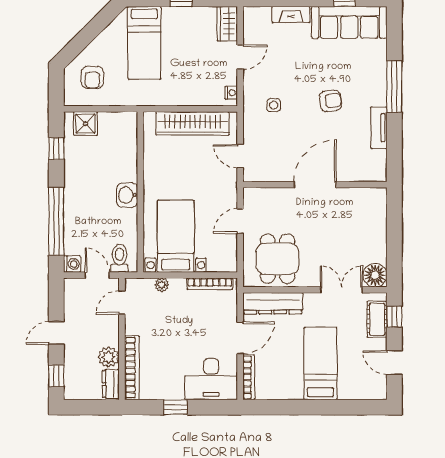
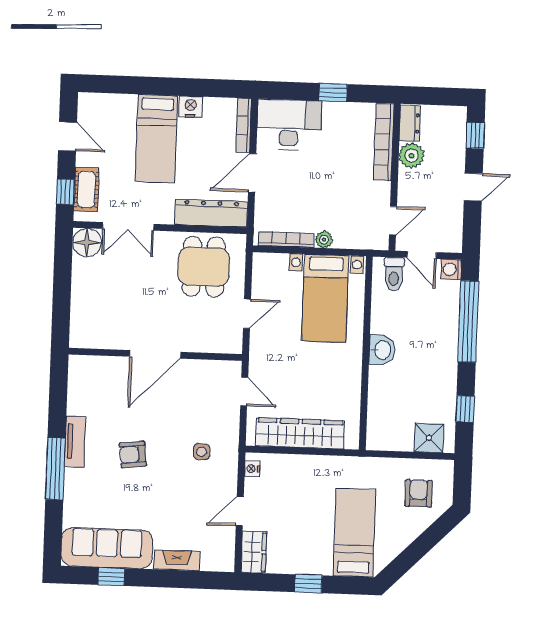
tv unit: (379, 128) -> (75, 441), moved
plant: (162, 285) -> (324, 240), moved
nightstand: (293, 391) -> (191, 107), added

